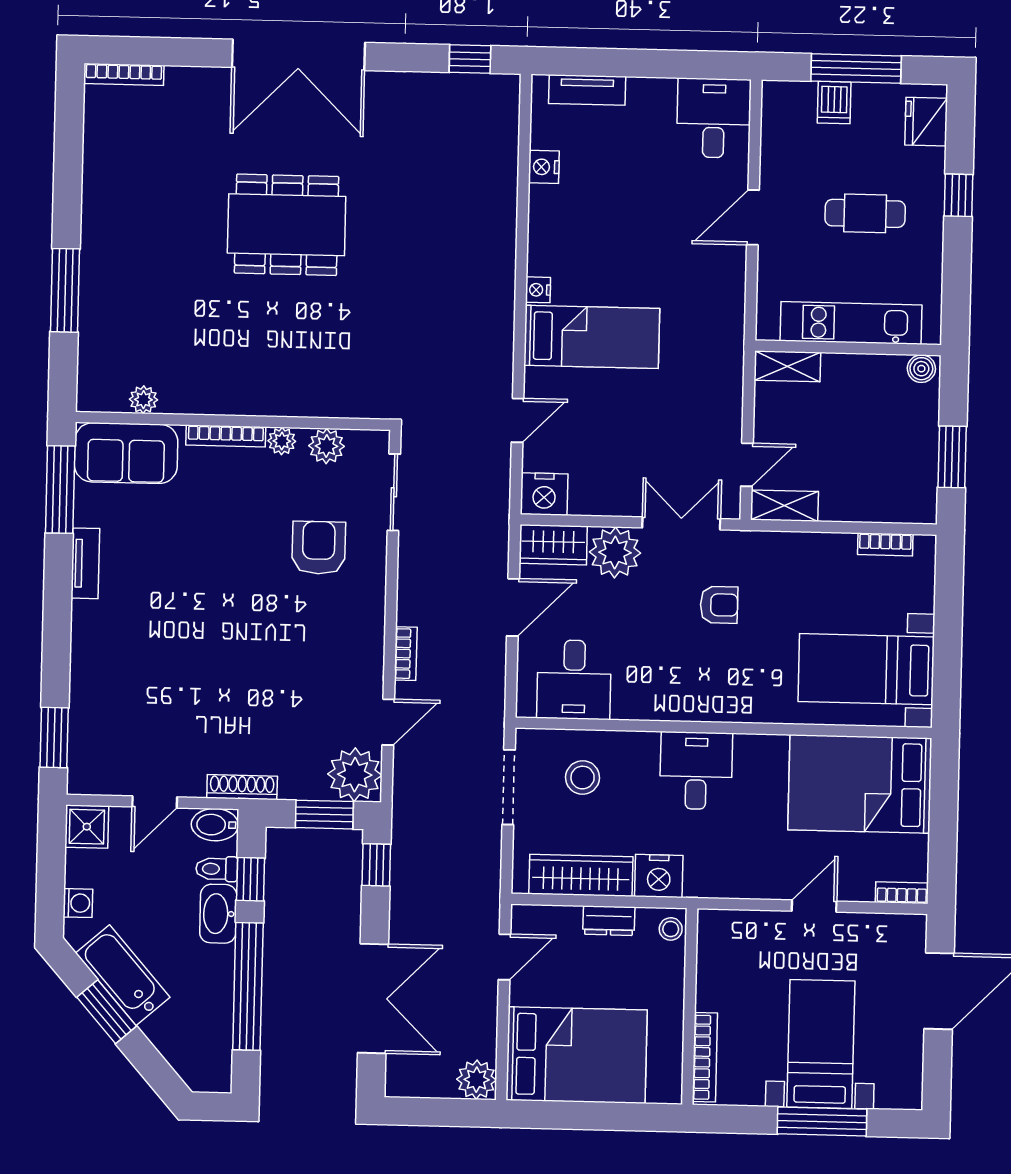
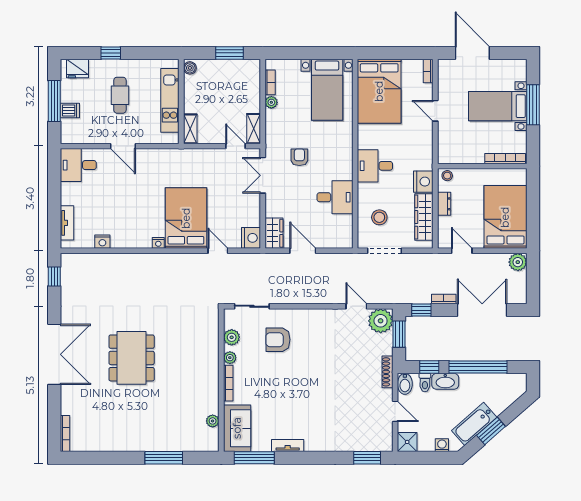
bed: (592, 337) -> (186, 218), width x1.50
plant: (615, 553) -> (271, 102), moved, width x0.53, depth x0.53
bookcase: (406, 654) -> (444, 299), moved
desk: (574, 680) -> (335, 197), moved

